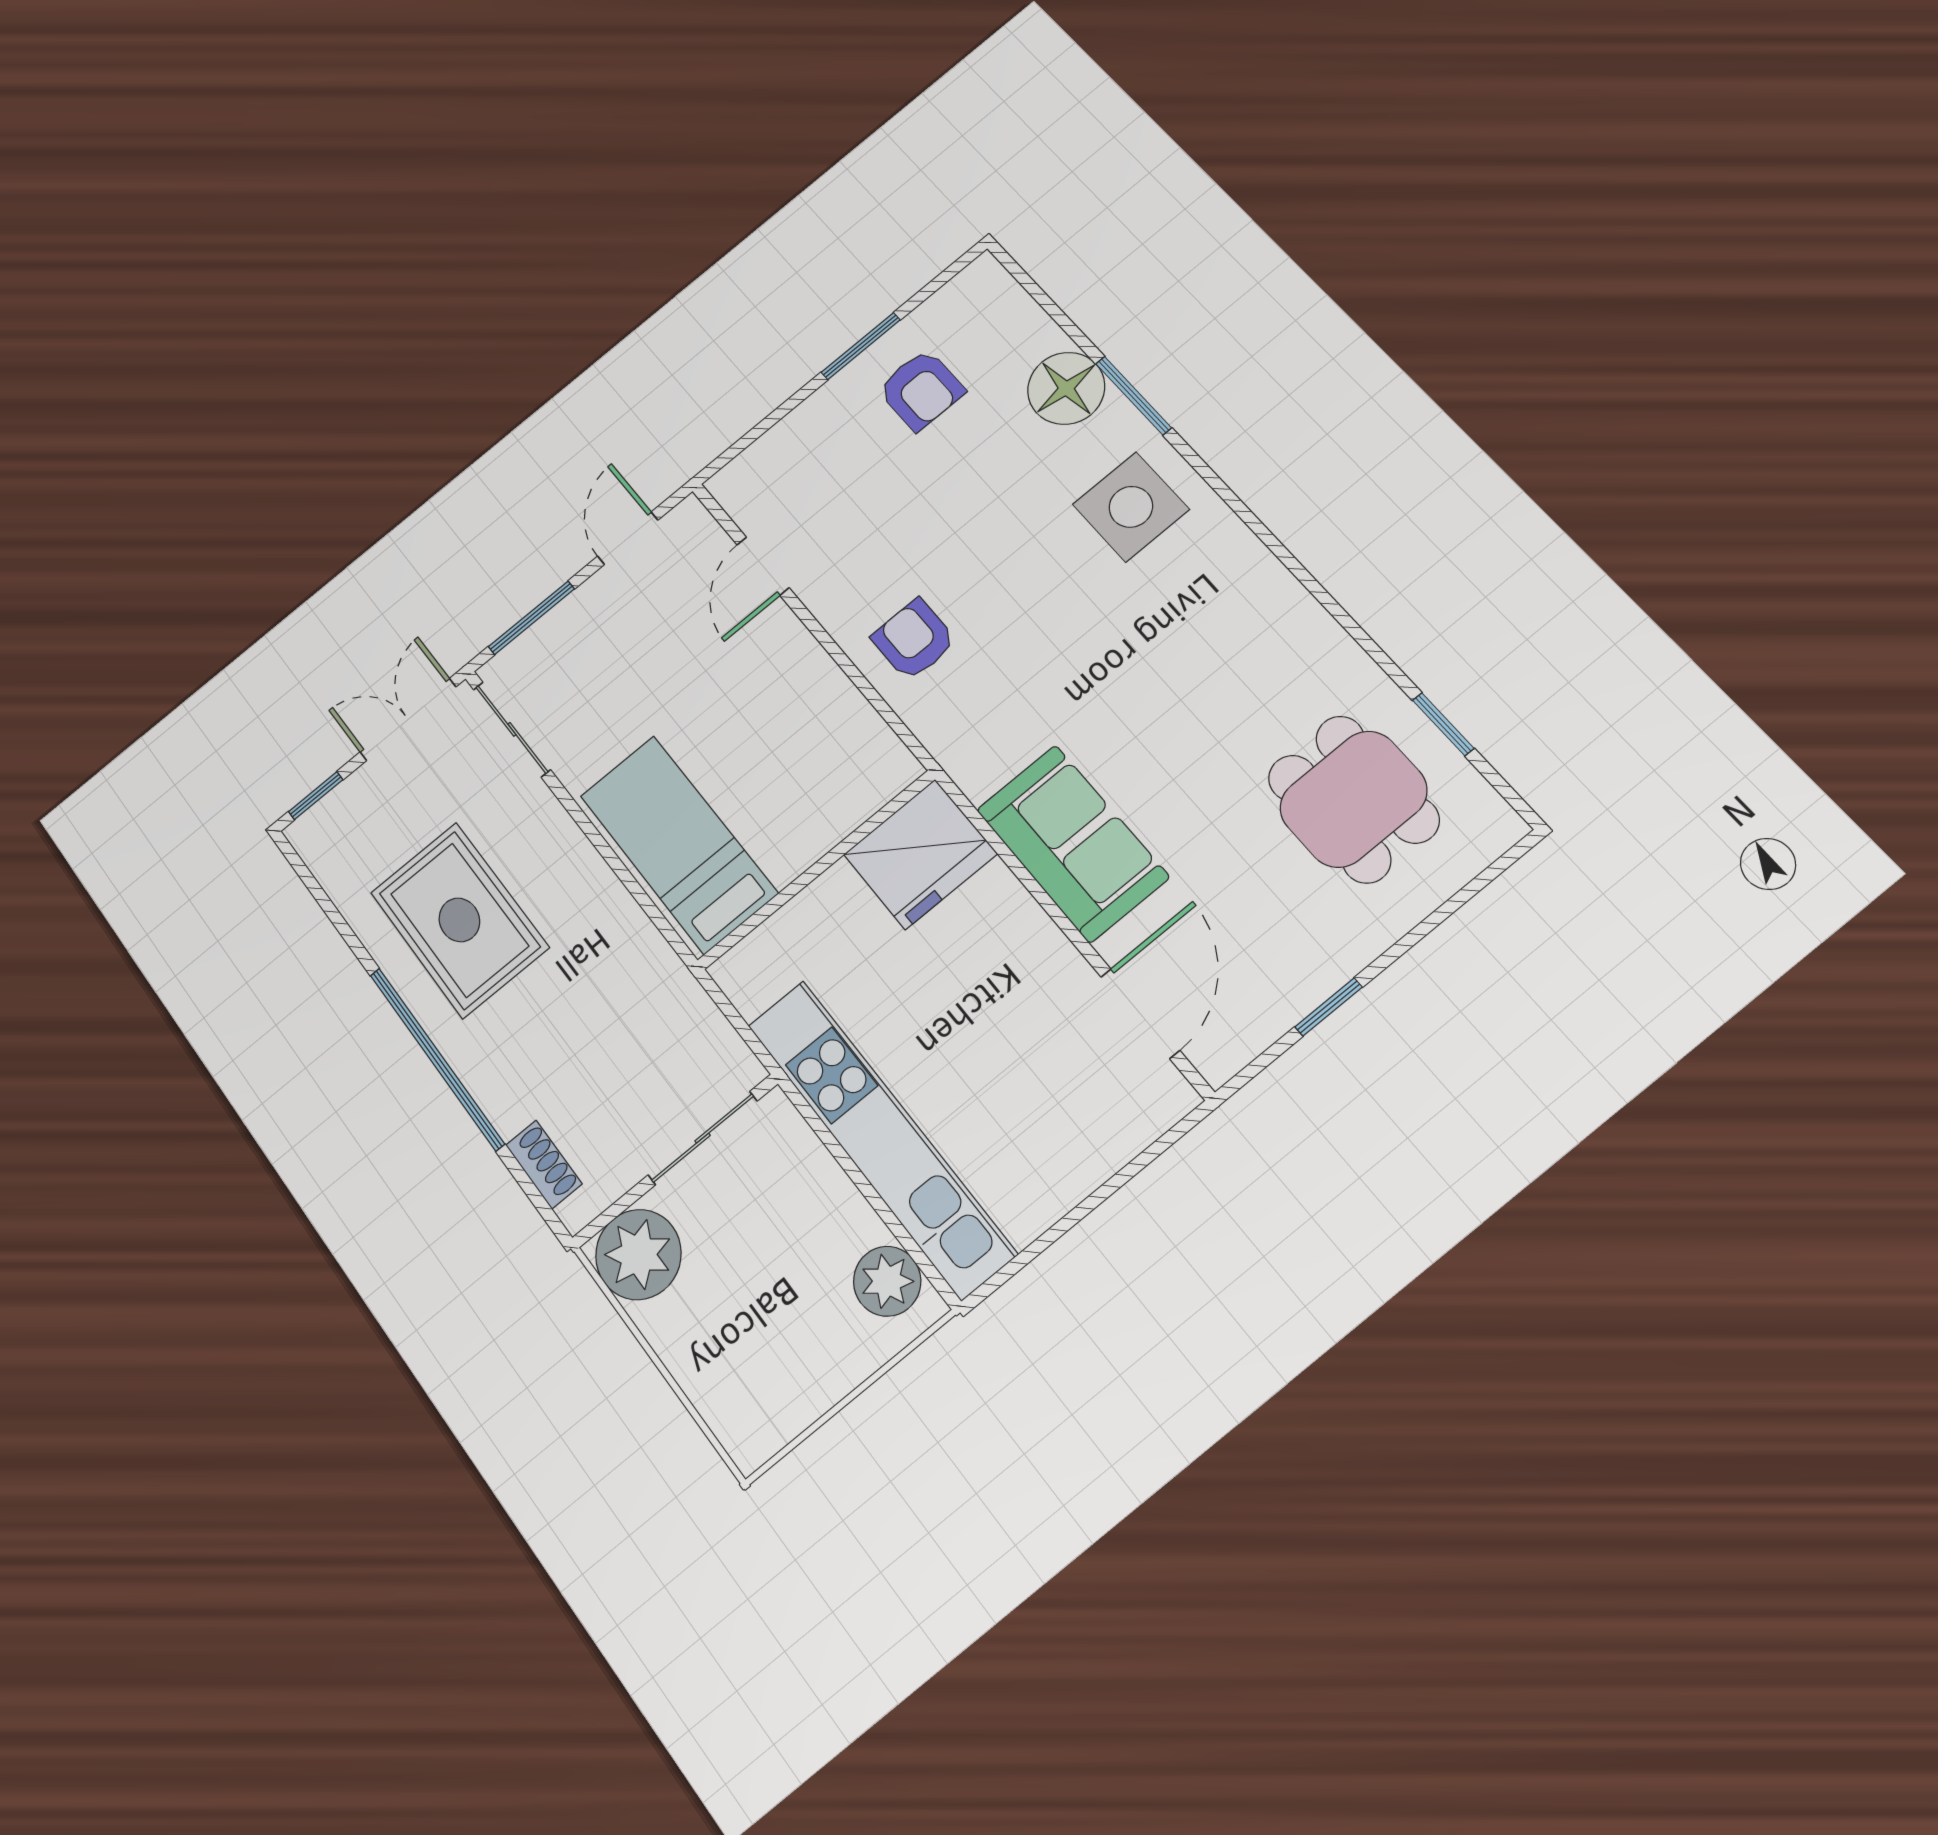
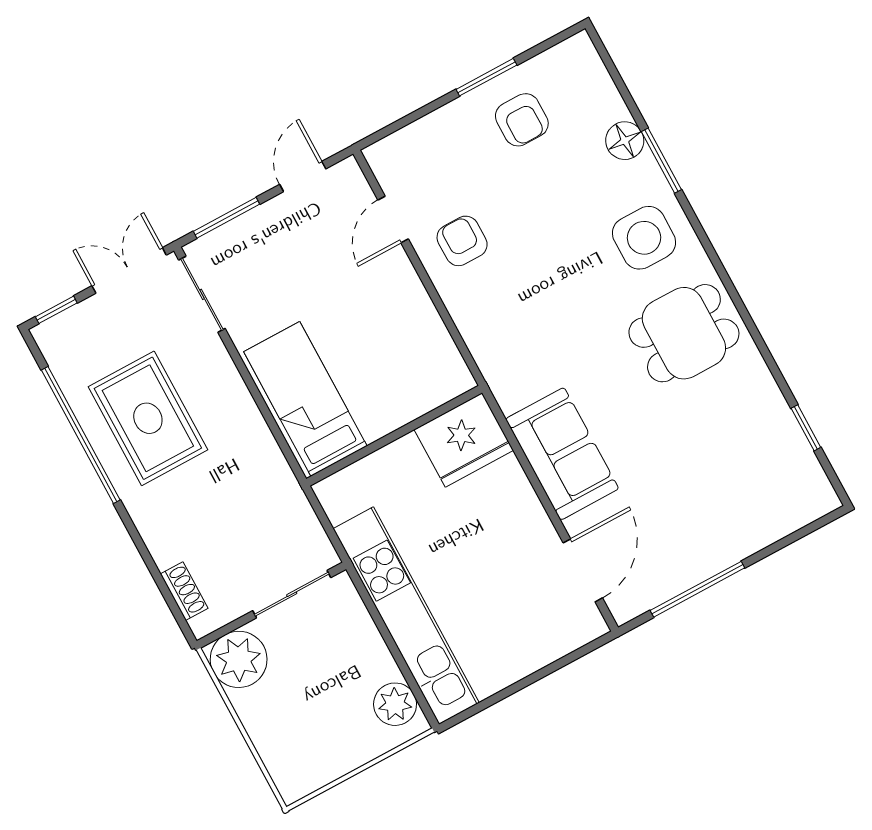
floor lamp: (1066, 388) -> (625, 141), width x0.73, depth x0.73
armchair: (914, 640) -> (462, 241), moved
dining table: (1353, 799) -> (684, 333), moved, turned 90
window: (1328, 1007) -> (697, 589), width x2.17
window: (437, 1059) -> (81, 435), moved

